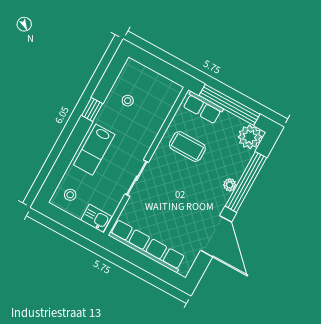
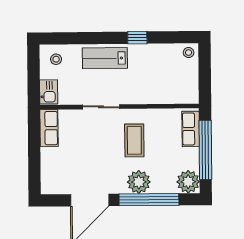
stool: (128, 101) -> (189, 53), moved
coffee table: (187, 147) -> (134, 140), moved
plant: (230, 185) -> (139, 182), width x1.87, depth x1.87
row of seats: (147, 246) -> (49, 128), width x0.50

